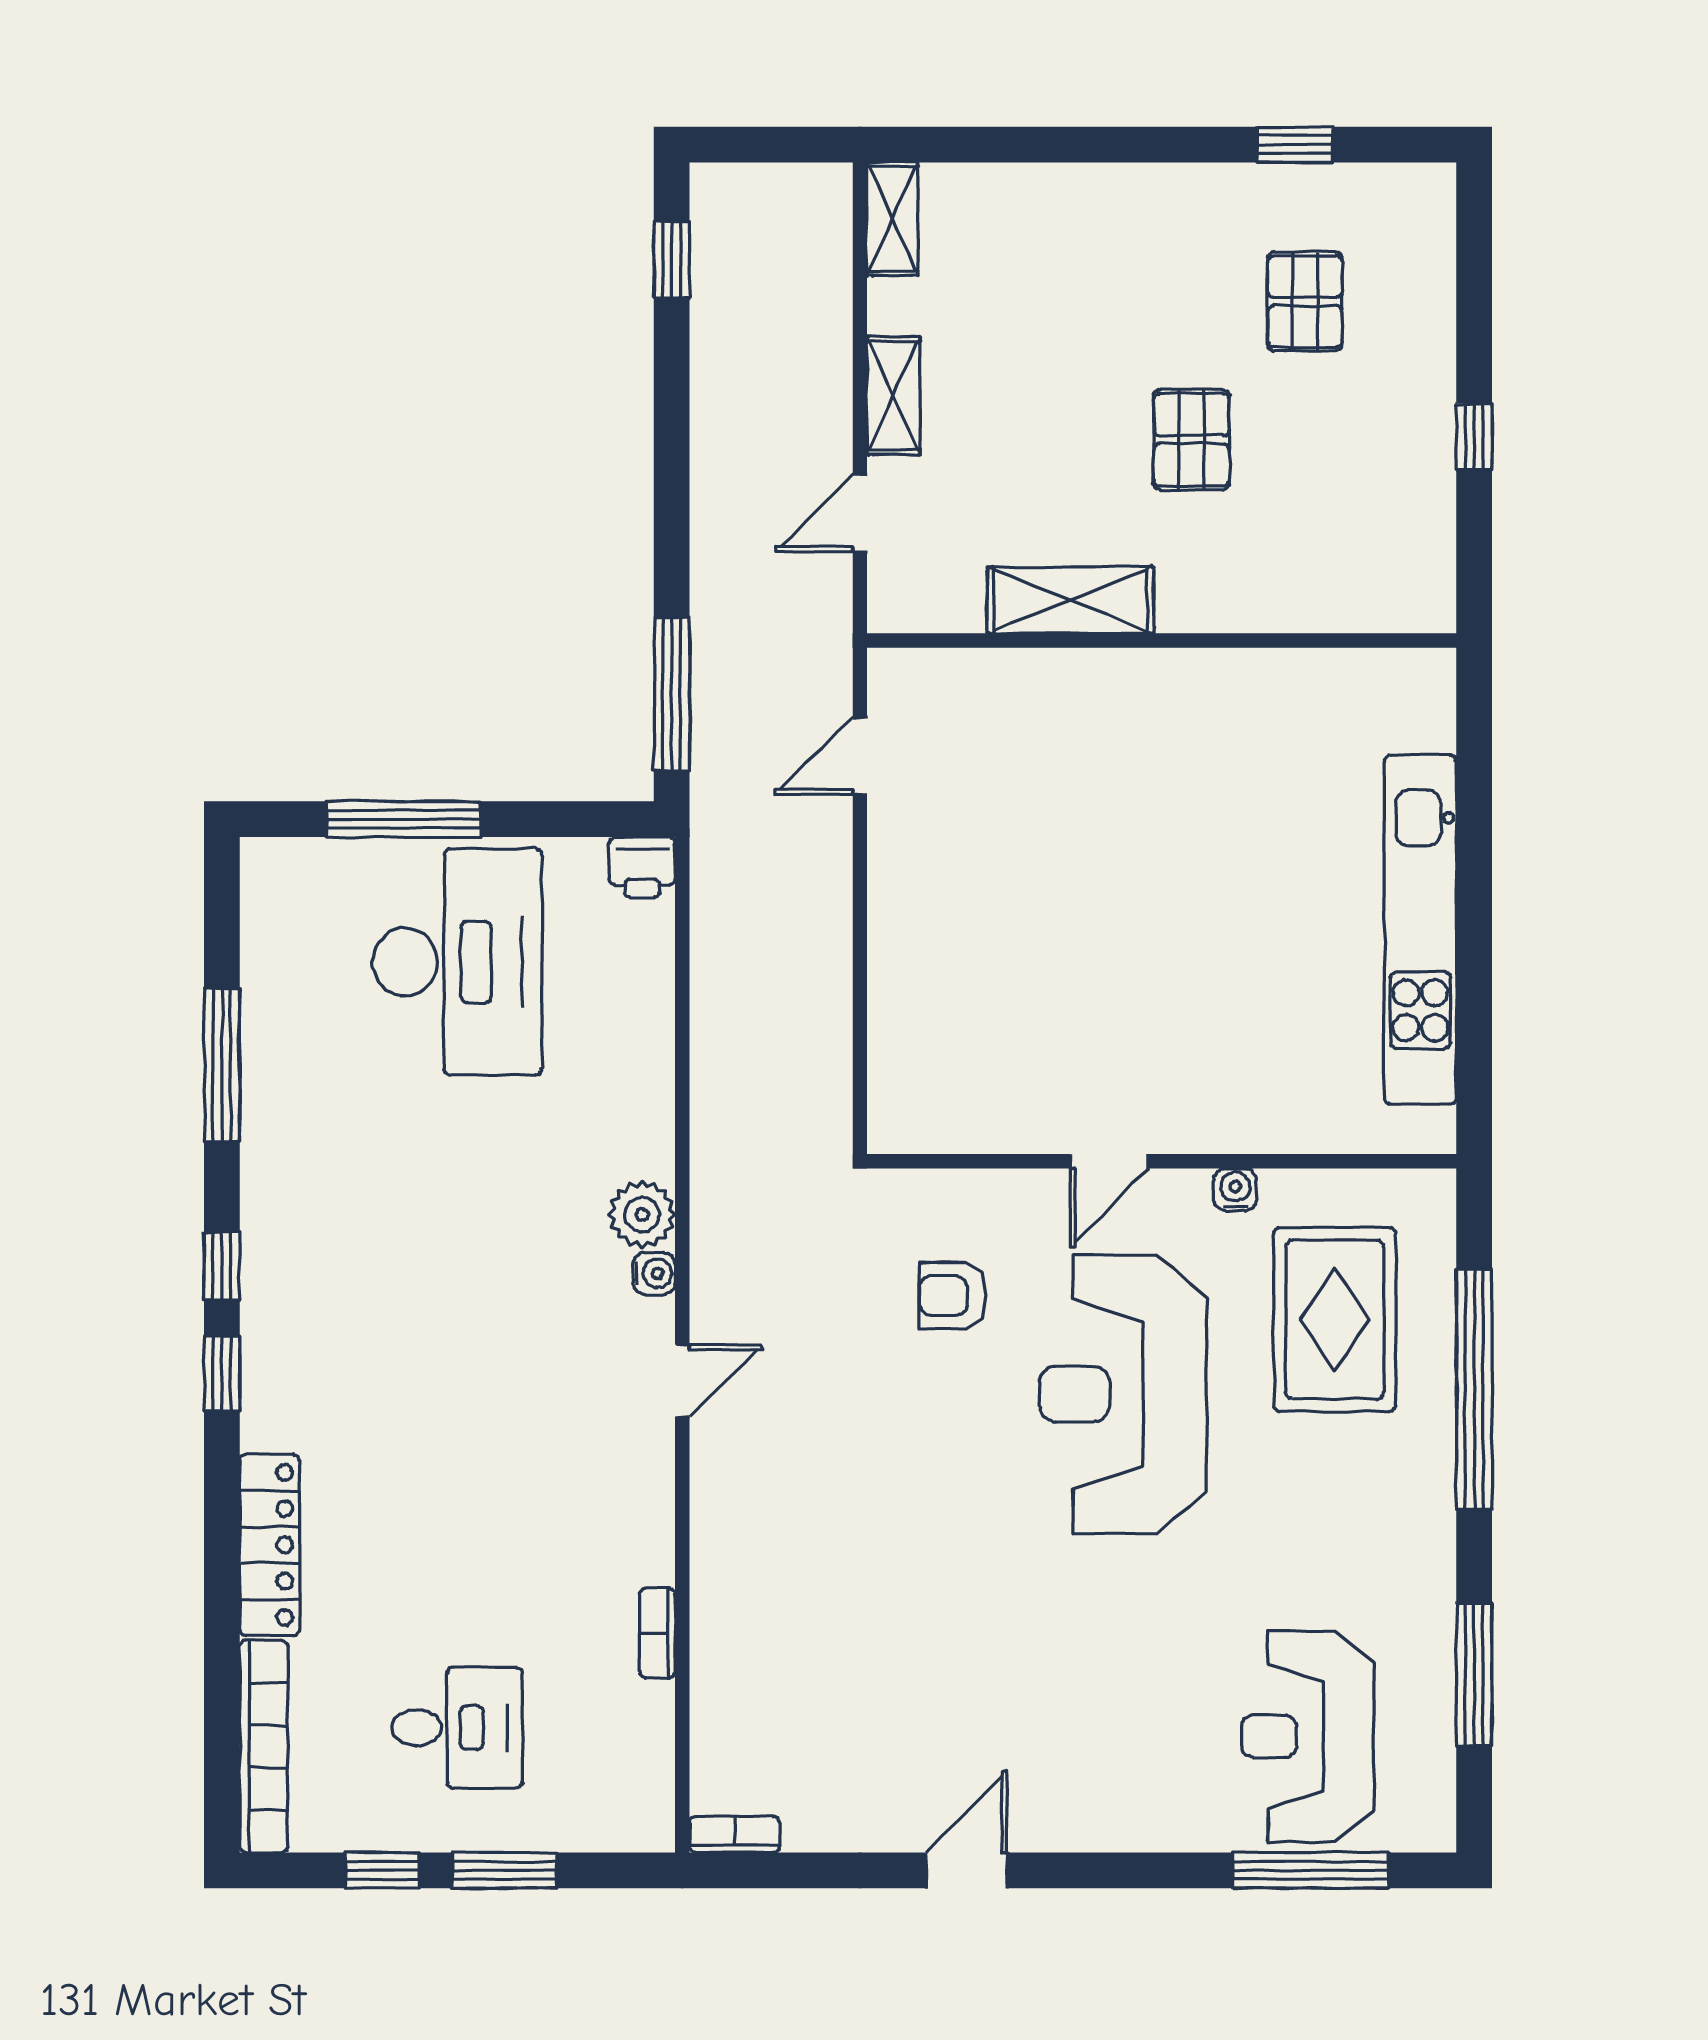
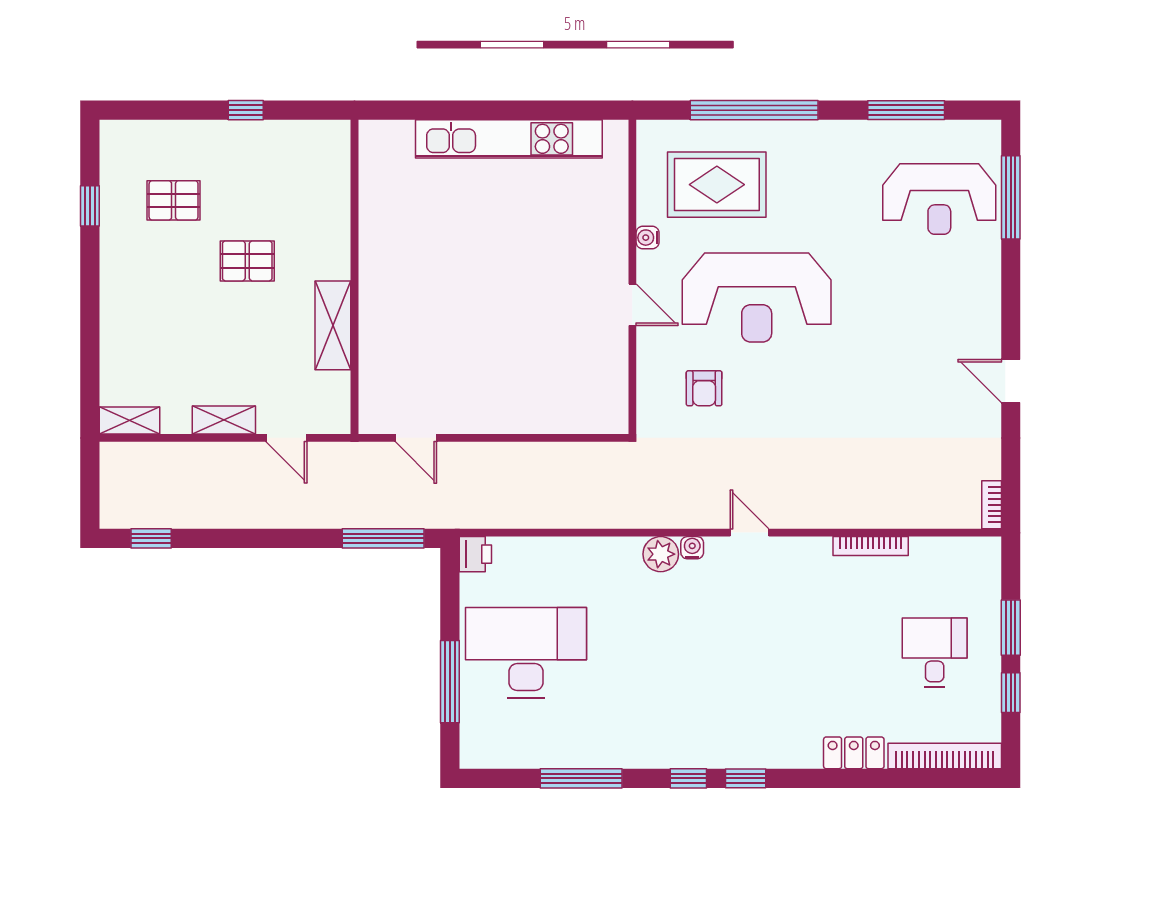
locker: (270, 1545) -> (854, 753), width x0.66
bookcase: (657, 1633) -> (871, 546), width x1.56

